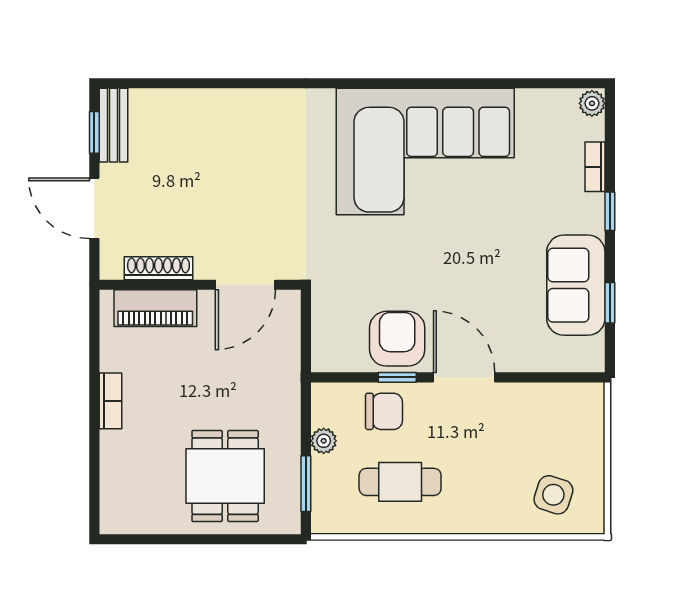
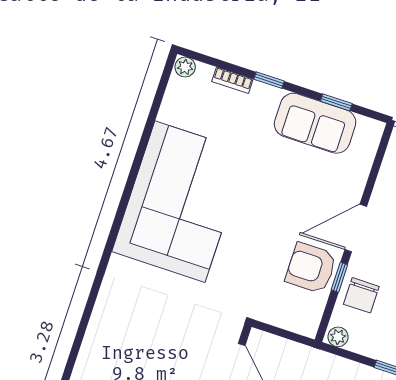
chair: (384, 411) -> (361, 295), turned 180
plant: (324, 441) -> (338, 337), moved

